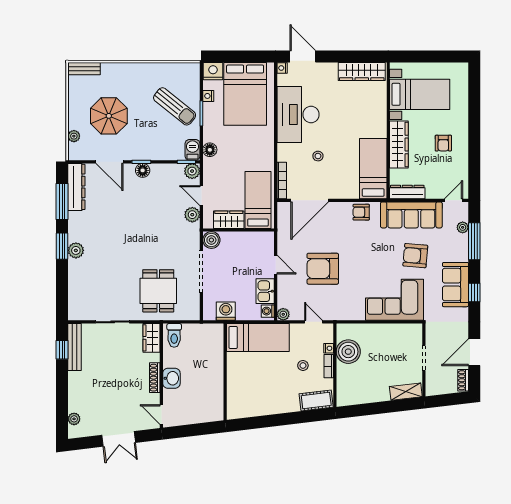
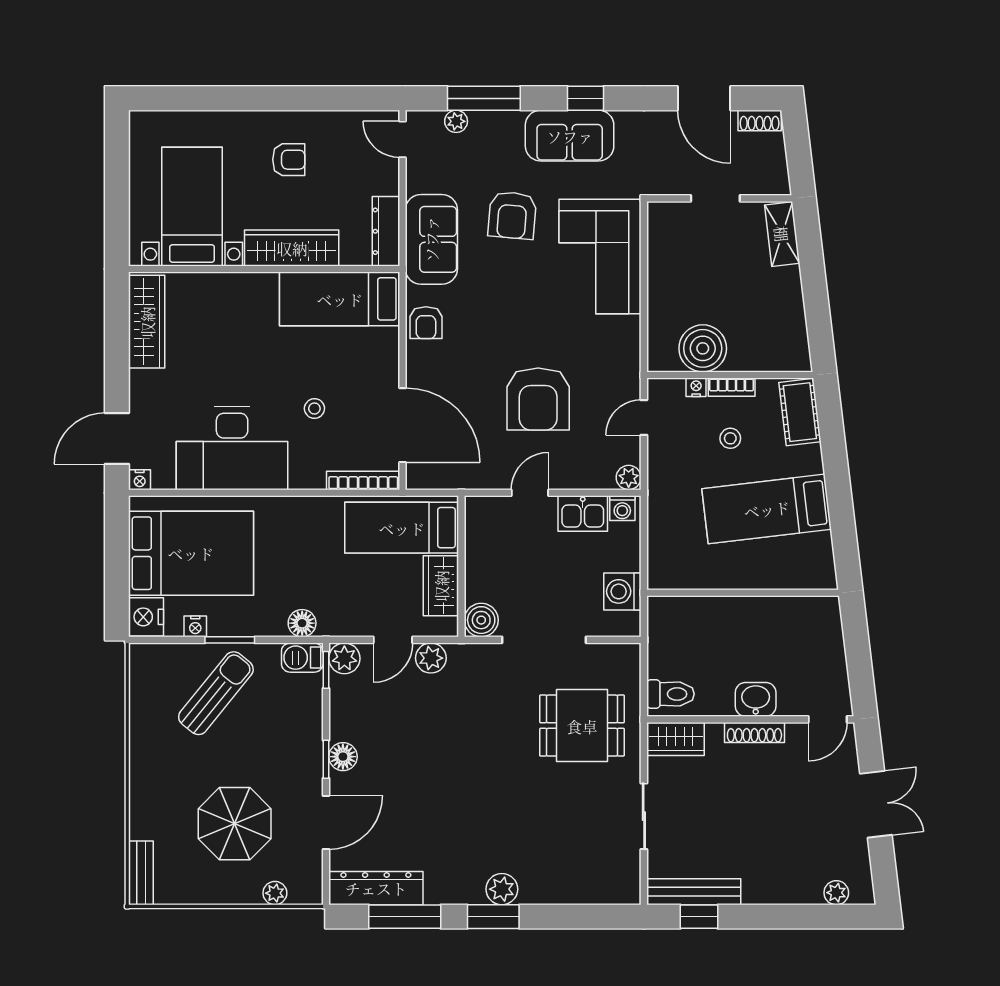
sofa: (411, 215) -> (431, 239), width x0.73
bed: (258, 337) -> (767, 509), moved, turned -97

